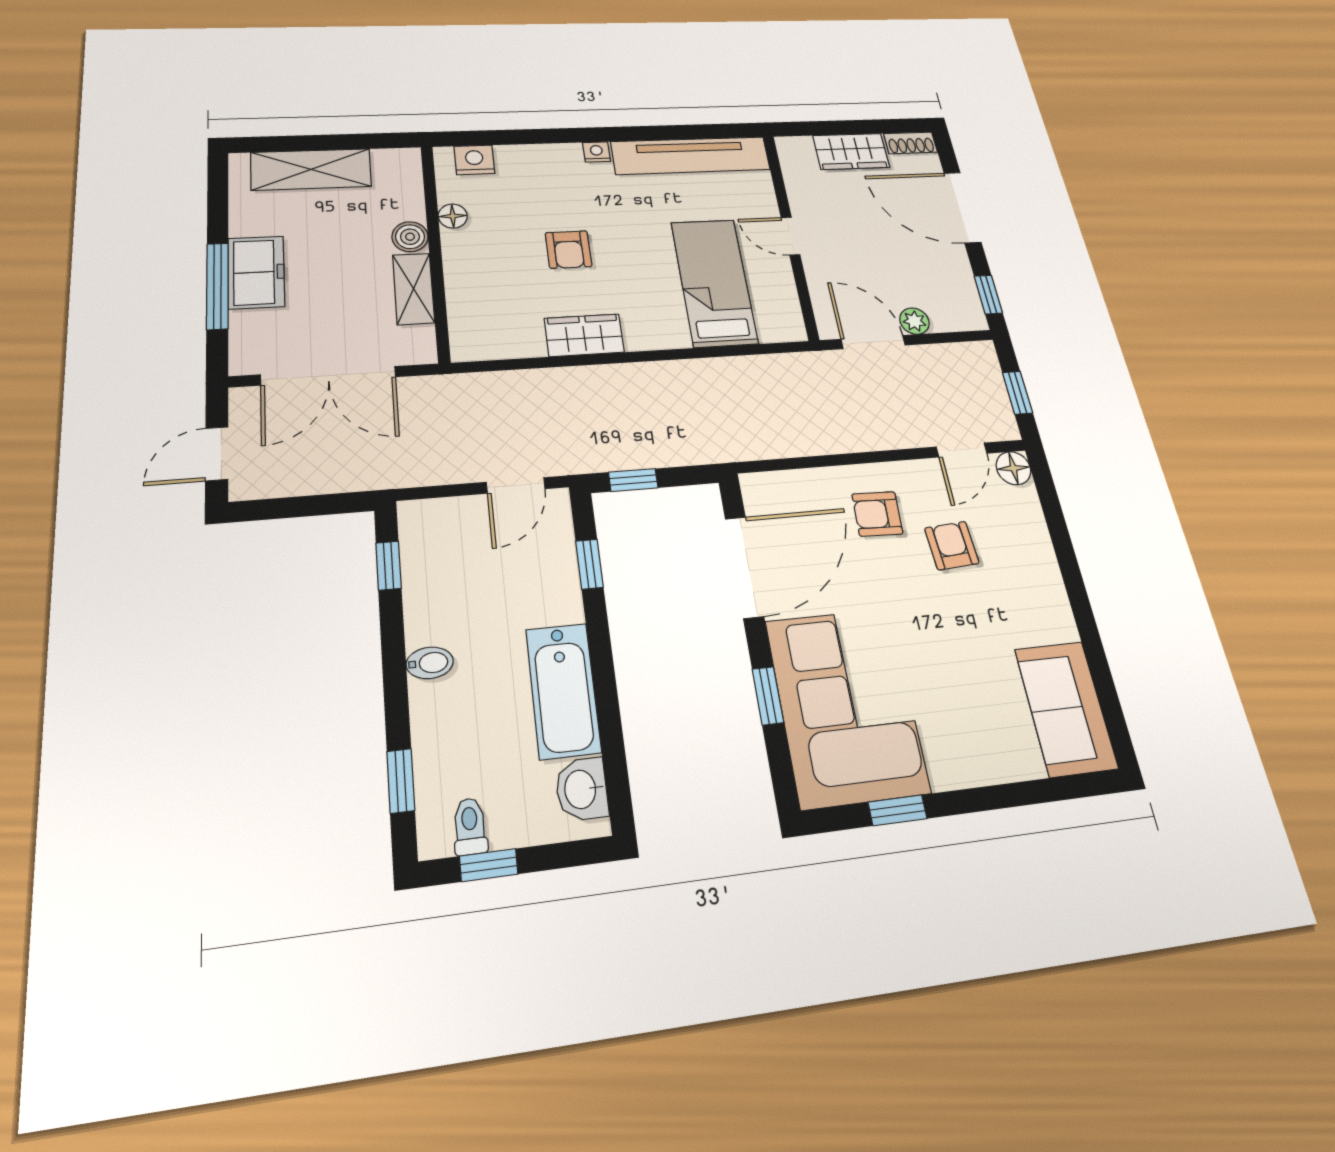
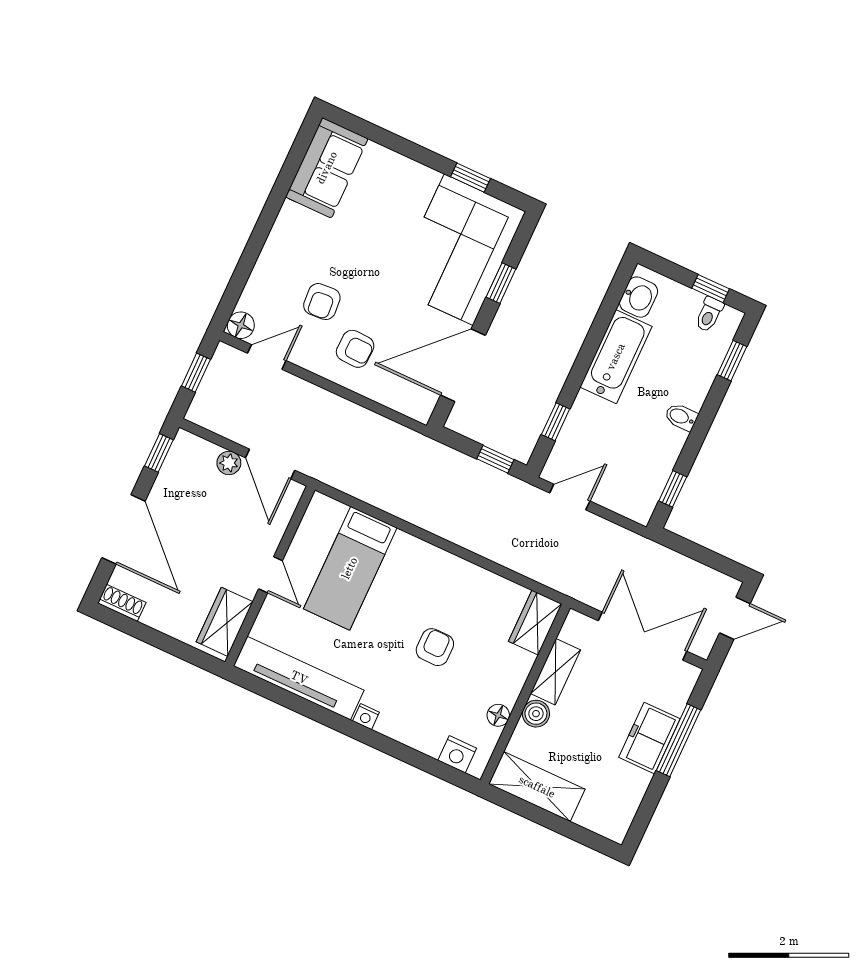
wardrobe: (851, 151) -> (225, 622), moved, turned -90
shelving: (311, 169) -> (537, 787), moved
wardrobe: (584, 335) -> (535, 623), moved, turned 90

